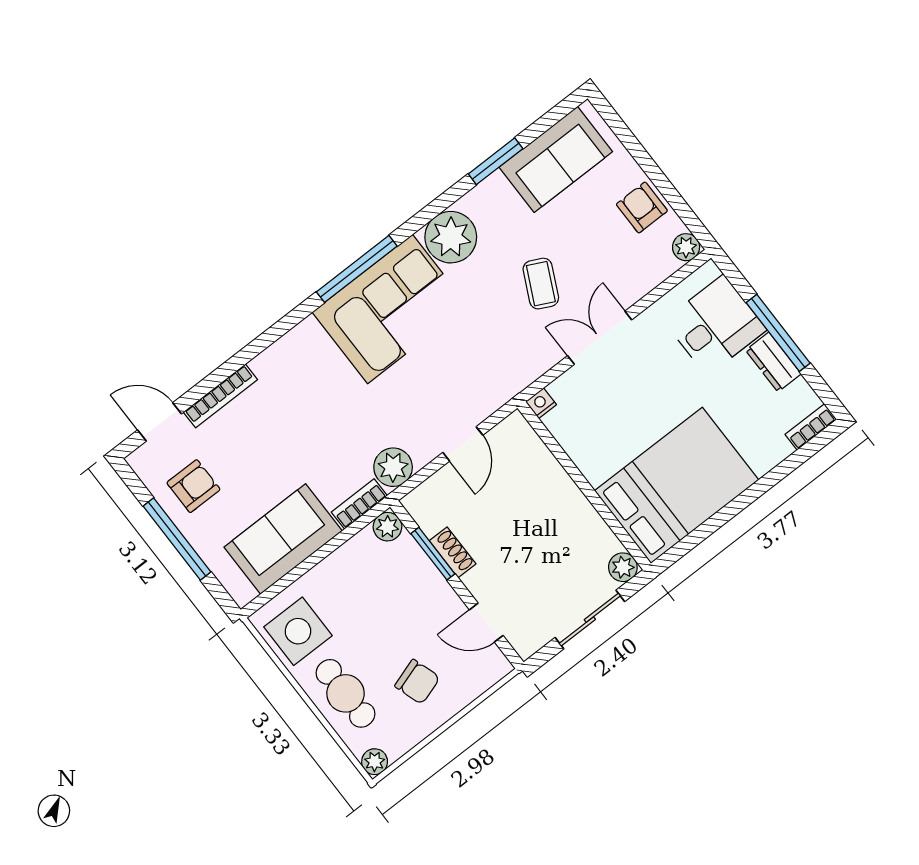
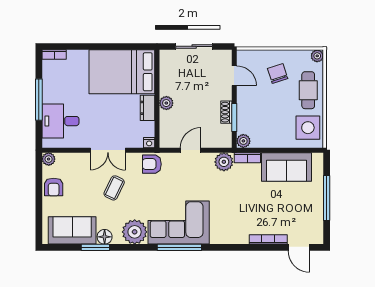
floor lamp: (494, 191) -> (105, 237), added
dresser: (773, 362) -> (147, 108), moved, turned 180
armchair: (193, 486) -> (152, 164), moved
plant: (623, 567) -> (166, 103), moved

